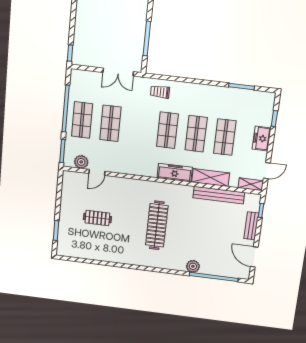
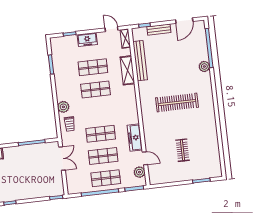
plant: (184, 89) -> (63, 107), added
shop shelf: (167, 130) -> (101, 134), moved
freezer: (175, 173) -> (135, 138), moved

